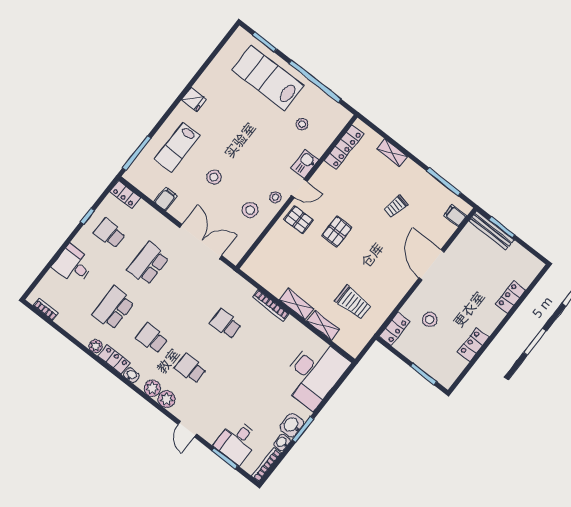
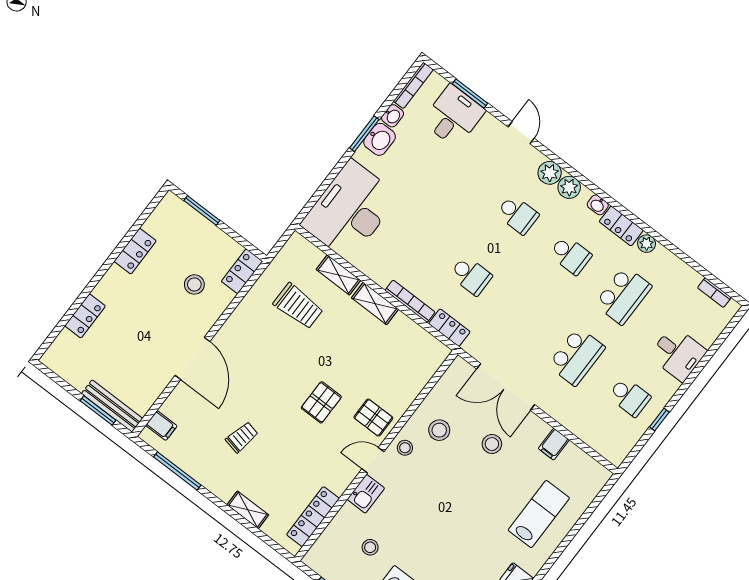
window: (137, 153) -> (593, 506), removed
stool: (214, 177) -> (492, 444), moved
locker: (125, 195) -> (449, 328), moved
trolley: (353, 303) -> (298, 306), turned 180

